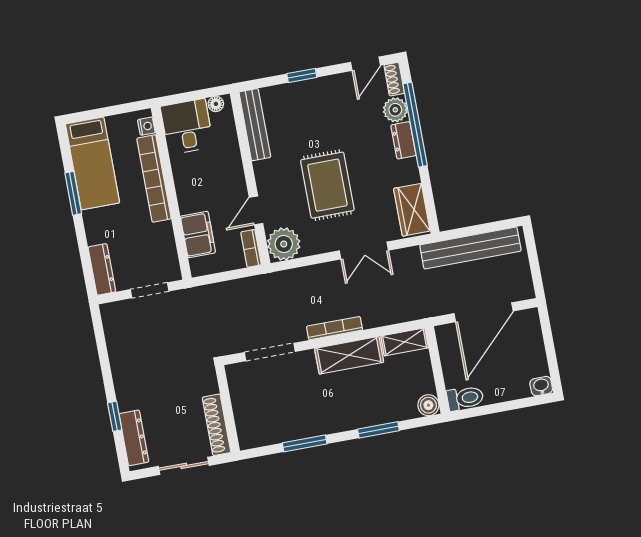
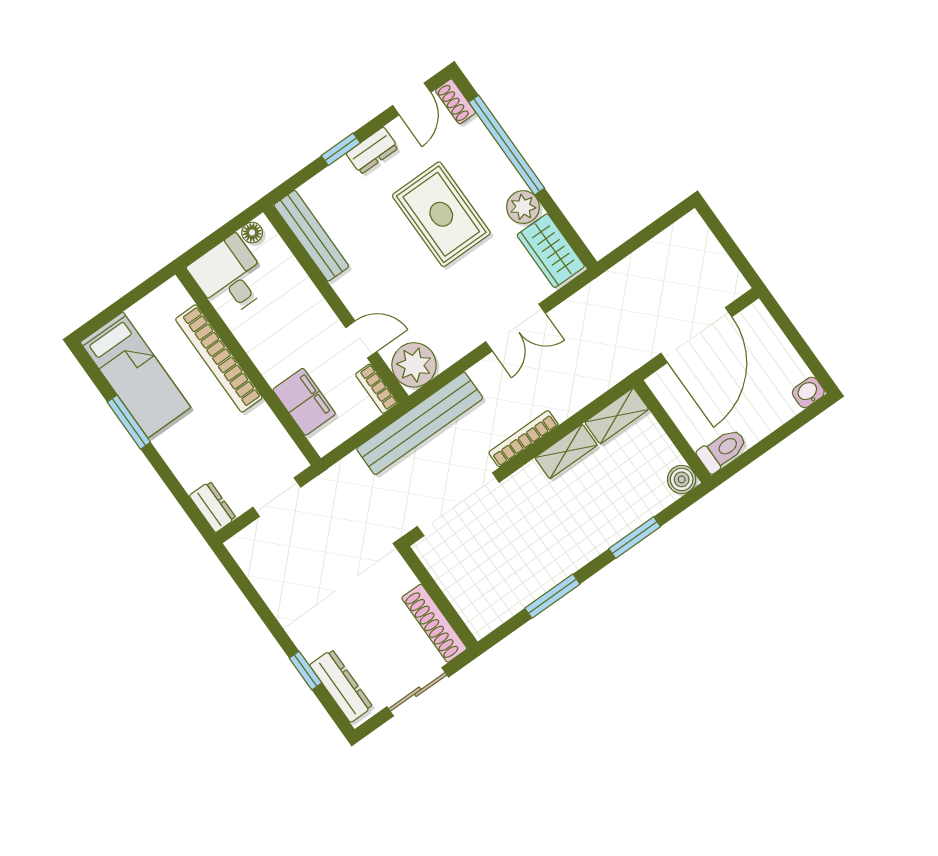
plant: (395, 110) -> (523, 207), moved
nightstand: (146, 126) -> (180, 299), removed
dresser: (403, 140) -> (372, 151), moved, turned -90
rug: (327, 185) -> (441, 214), moved
door: (256, 210) -> (361, 340), swing flipped
bench: (470, 248) -> (420, 423), moved
dresser: (102, 269) -> (213, 507), width x0.70
doorway: (270, 352) -> (458, 504), width x1.36
shelving: (349, 355) -> (566, 451), width x0.67, depth x0.75

